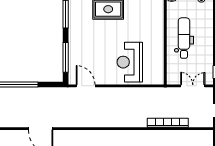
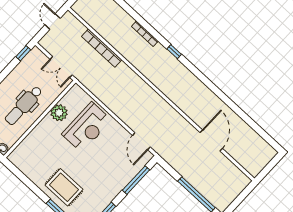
plant: (156, 55) -> (59, 113), added
double door: (193, 86) -> (61, 67), moved

